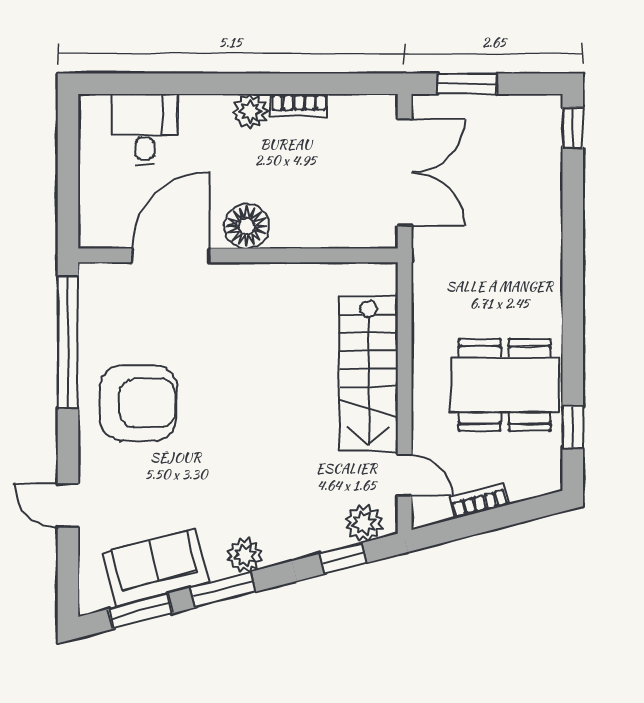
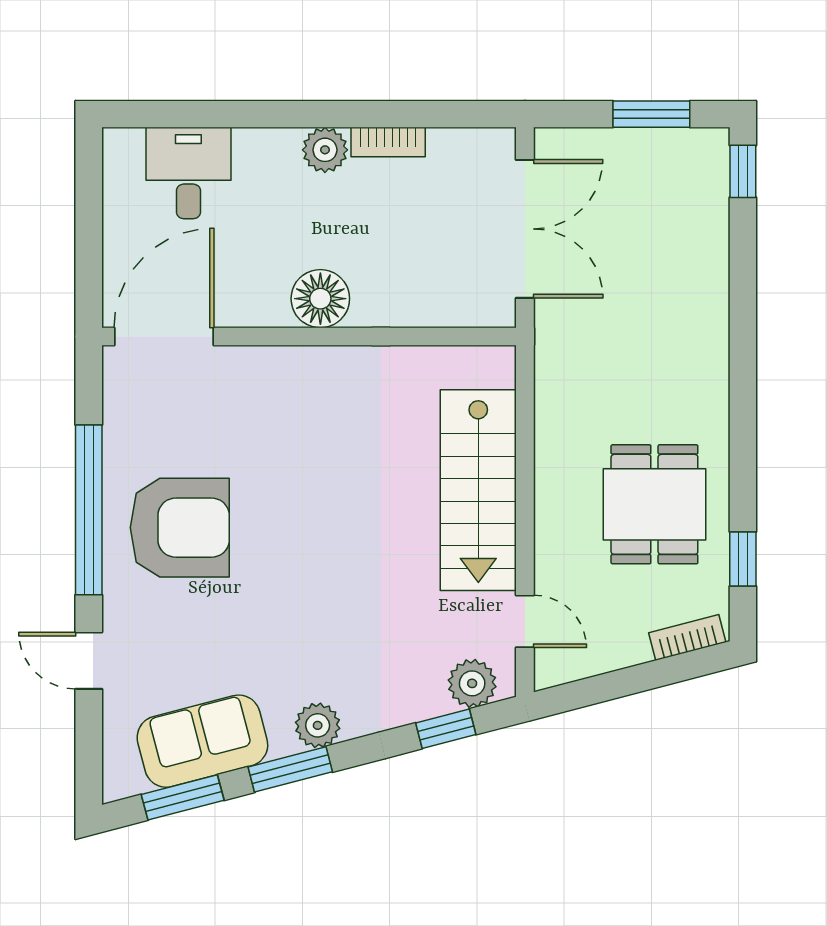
window: (467, 84) -> (651, 114), moved
door: (171, 255) -> (164, 337), moved
window: (68, 342) -> (89, 510), moved
dining table: (505, 385) -> (654, 504), width x0.73
bookcase: (479, 501) -> (687, 637), moved

